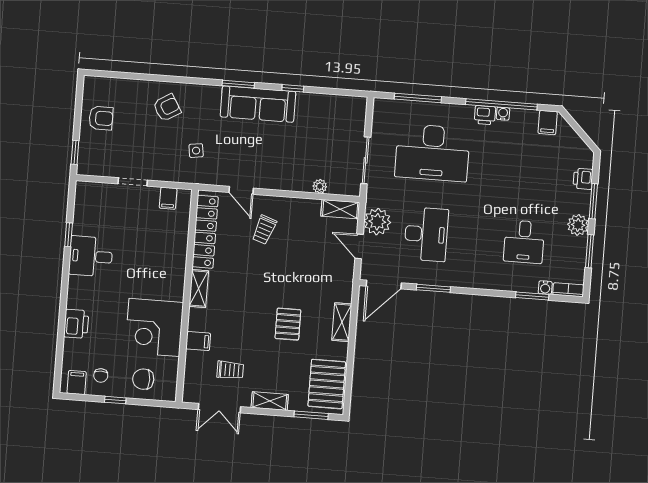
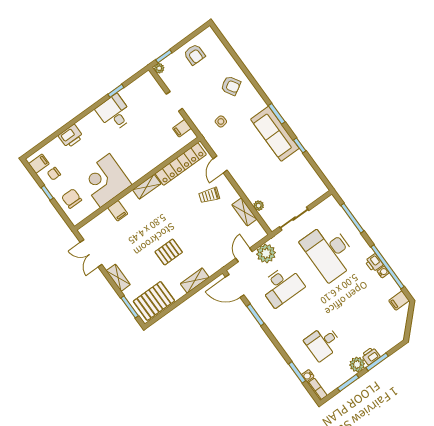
plant: (84, 168) -> (159, 68), added
printer: (583, 179) -> (371, 356), moved
shelving: (340, 209) -> (244, 212), moved
trolley: (230, 370) -> (117, 242), removed

